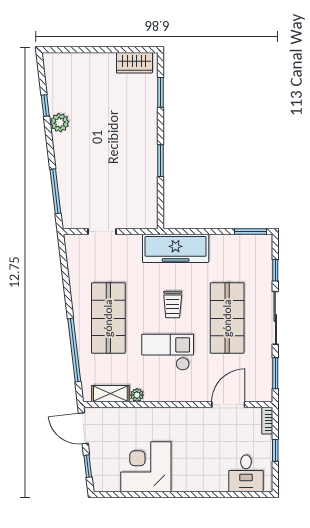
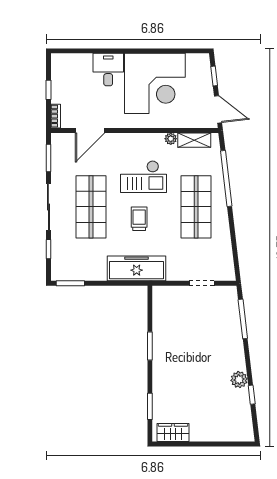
corner desk: (146, 467) -> (155, 83), width x1.36, depth x1.36
desk: (246, 473) -> (108, 70), moved

